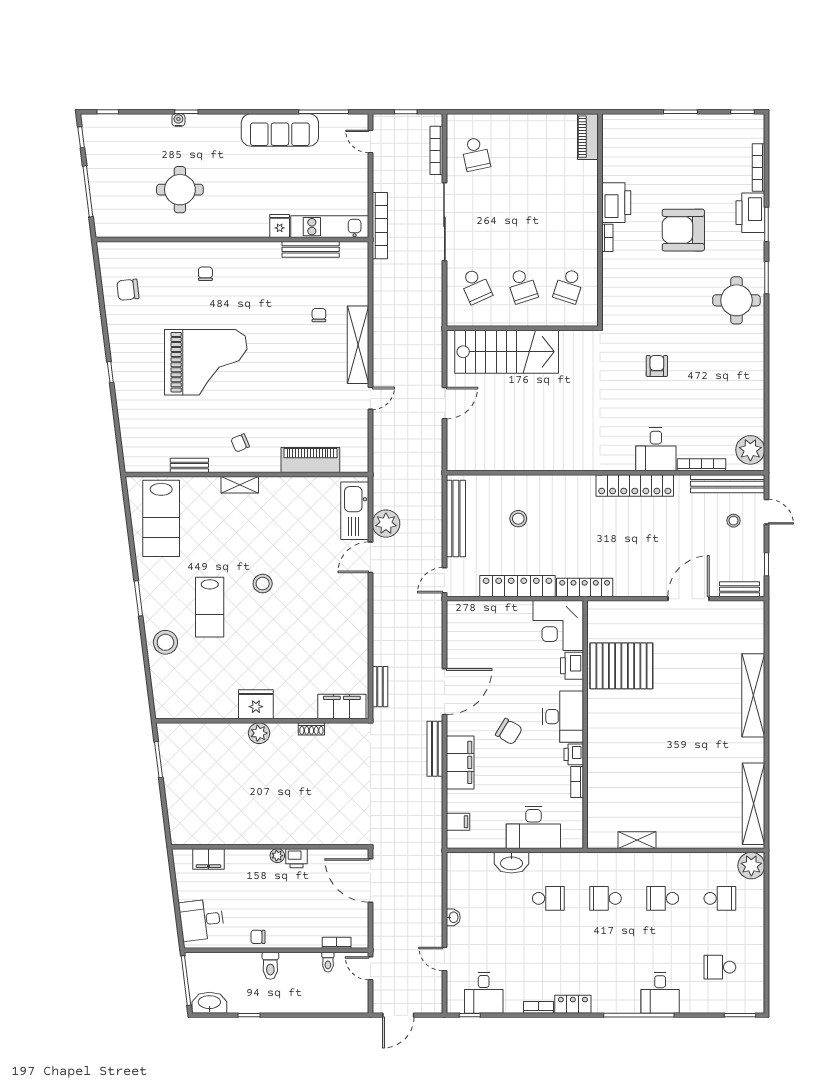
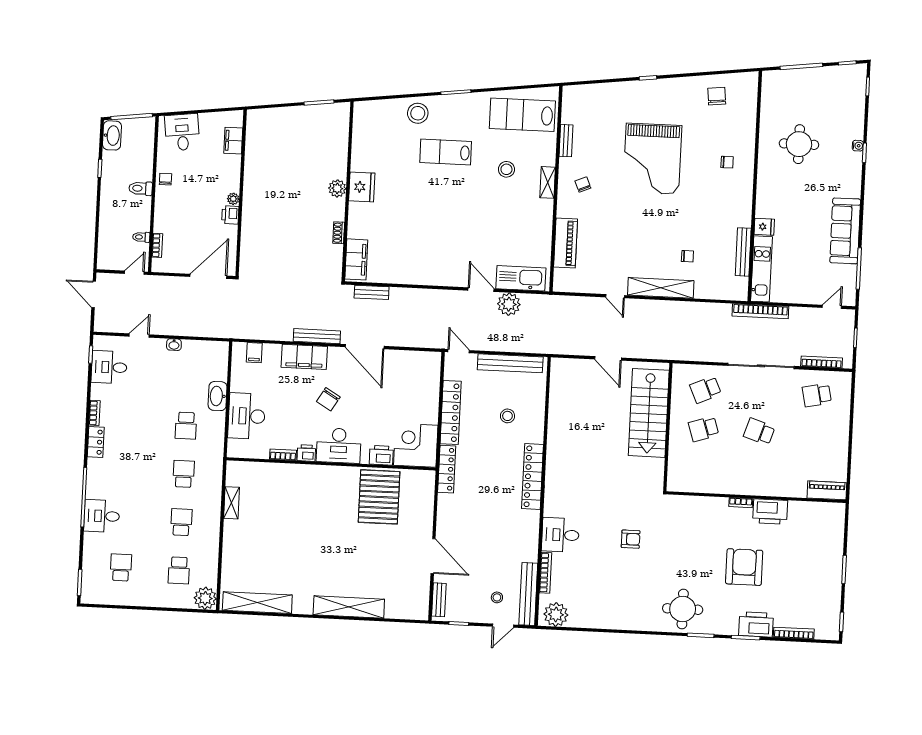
school desk: (569, 286) -> (759, 432), moved
locker: (635, 486) -> (533, 477), moved
stool: (263, 584) -> (506, 169), moved

